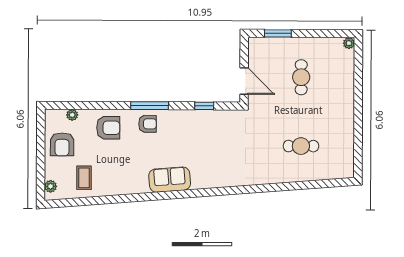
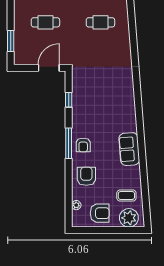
armchair: (147, 124) -> (83, 145), turned 180
cafe table: (301, 146) -> (100, 22), turned 90
sofa: (170, 180) -> (129, 149), moved
plant: (51, 186) -> (129, 218), width x1.88, depth x1.88

